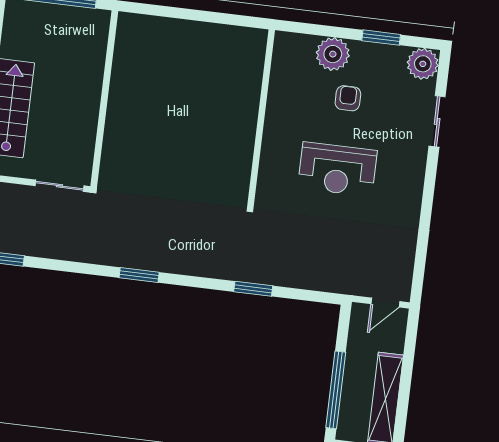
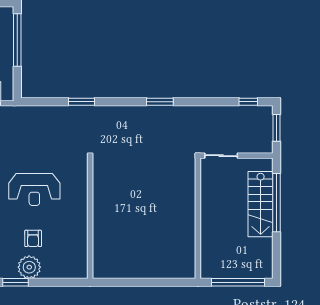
plant: (333, 54) -> (29, 267), moved
reception desk: (337, 169) -> (34, 189), turned 180

